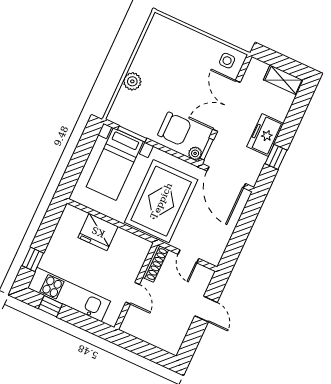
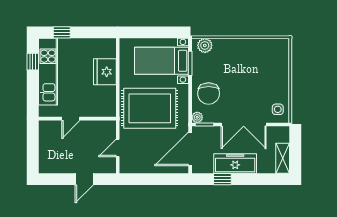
plant: (132, 81) -> (205, 45), moved
double door: (227, 106) -> (244, 125), swing flipped
freezer: (265, 135) -> (235, 164), width x1.40
shoe rack: (155, 263) -> (101, 126), removed

